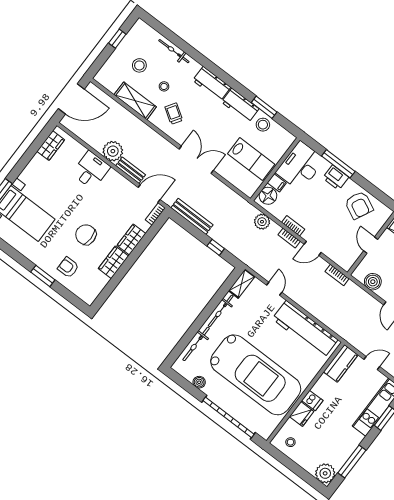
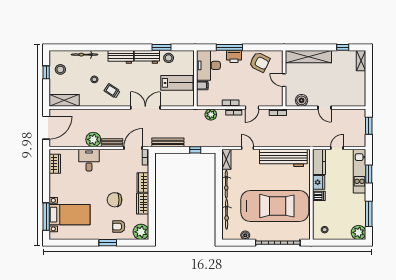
stool: (139, 65) -> (60, 69), moved
shelving: (135, 101) -> (64, 100), moved
floor lamp: (268, 196) -> (203, 97), removed
plant: (88, 292) -> (141, 232), added
fridge: (302, 414) -> (319, 182), moved

